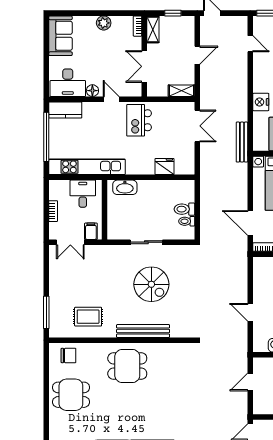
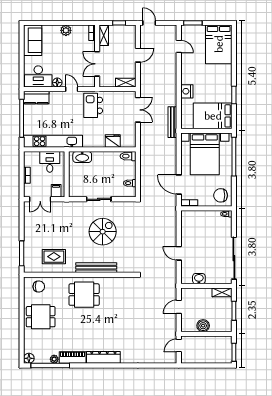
toilet: (184, 209) -> (128, 156), moved
spiral stairs: (151, 284) -> (103, 232), turned -90

